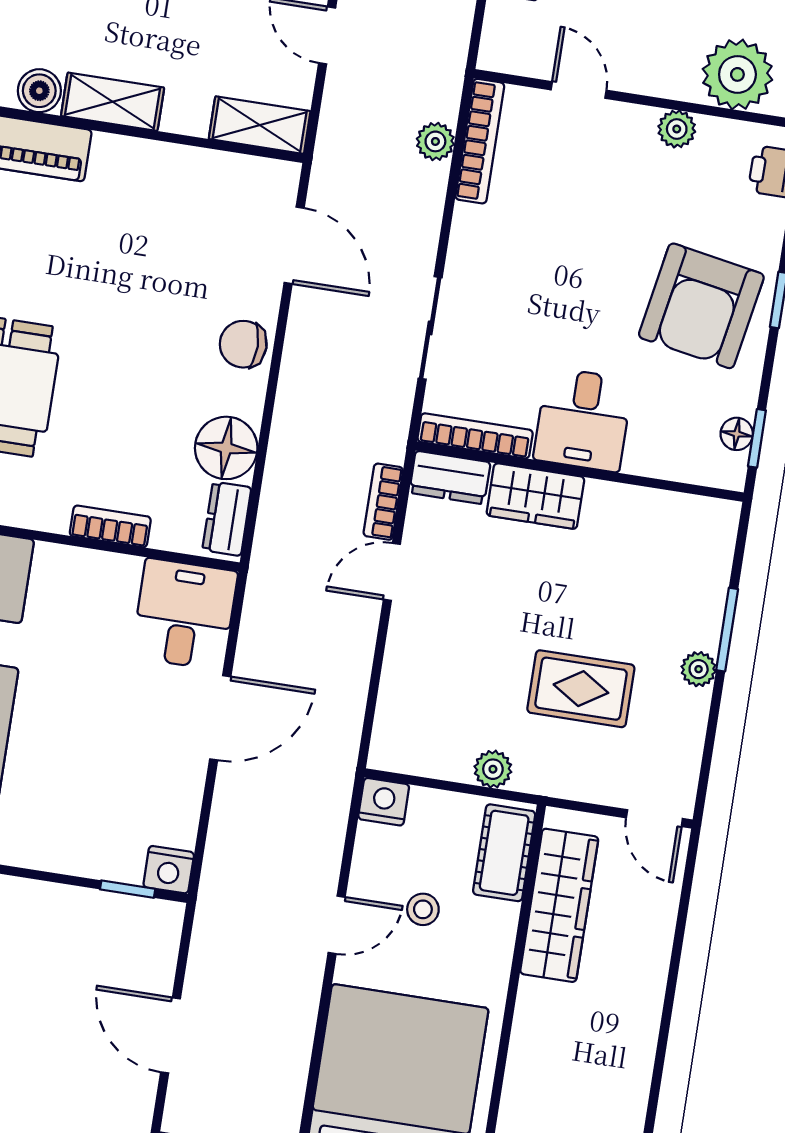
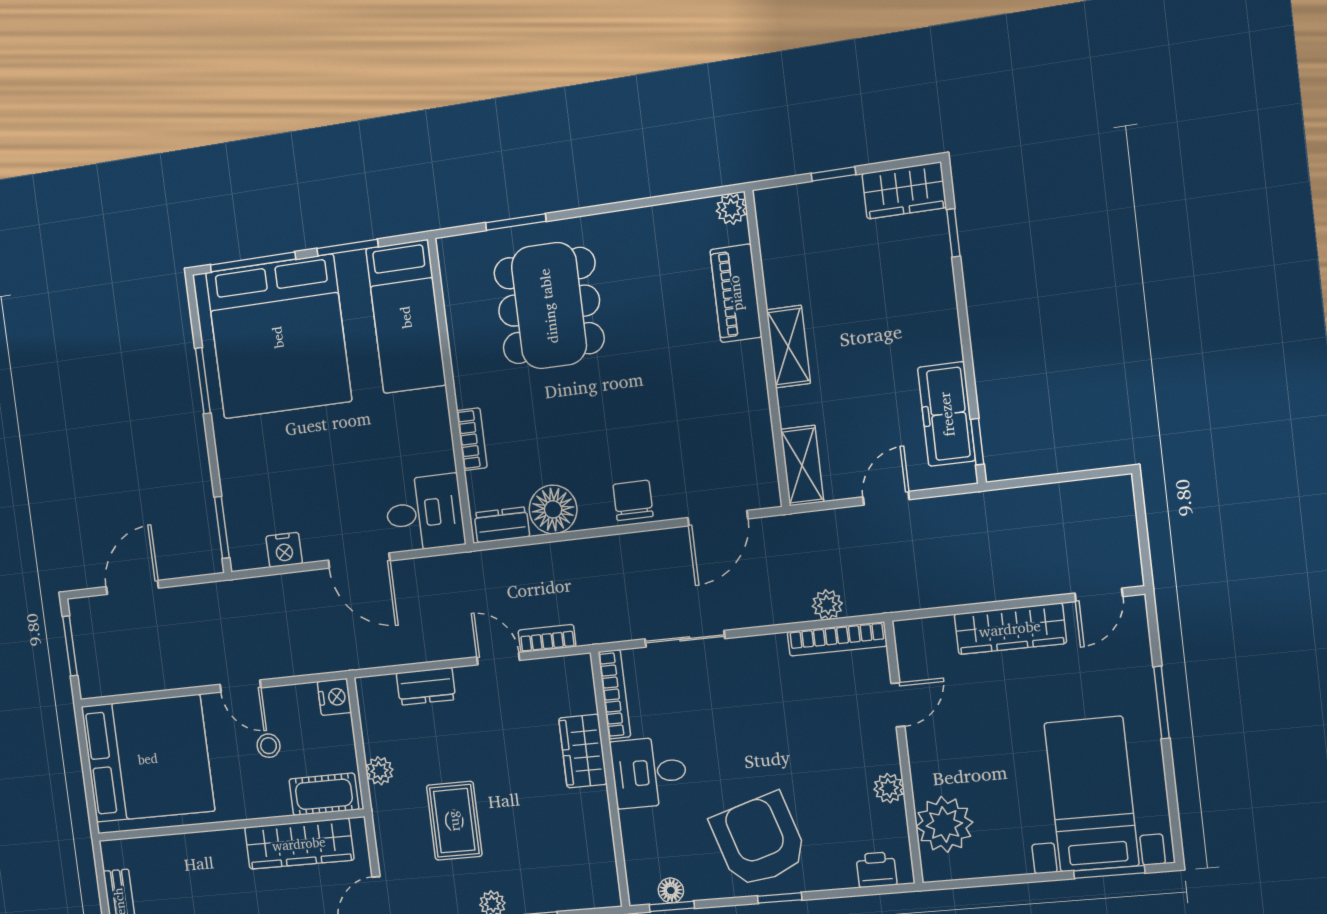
boiler: (39, 91) -> (781, 287), removed
armchair: (701, 306) -> (759, 840), turned 63
dresser: (450, 478) -> (426, 686), moved, turned -90
nightstand: (169, 870) -> (284, 550), moved, turned -90
window: (128, 889) -> (222, 527), width x1.50

